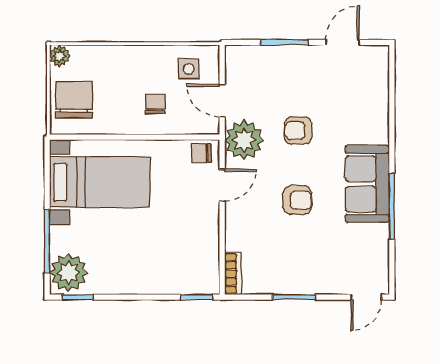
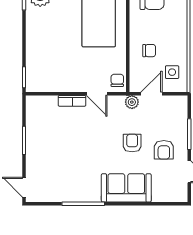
plant: (244, 140) -> (132, 102), width x0.53, depth x0.53
sofa: (367, 184) -> (126, 188), moved
armchair: (297, 200) -> (164, 150), moved
bookcase: (233, 274) -> (72, 101), moved

